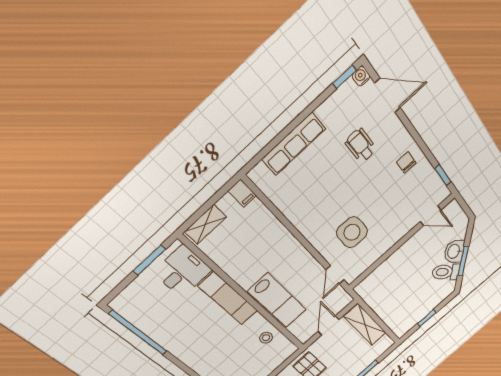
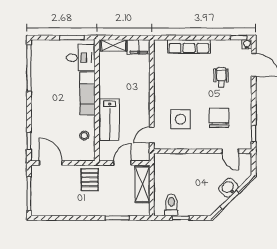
chair: (406, 162) -> (219, 118), moved, width x1.87, depth x1.87
filing cabinet: (242, 193) -> (139, 47), width x2.00
toilet: (446, 272) -> (171, 205), moved, turned 45

